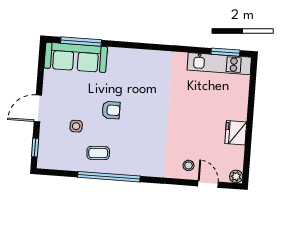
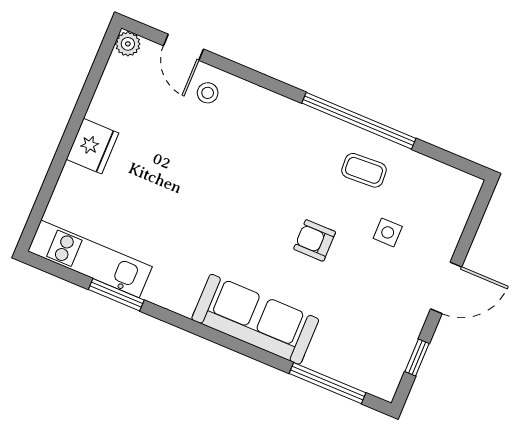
window: (225, 52) -> (116, 295), moved
sofa: (76, 57) -> (255, 319), moved
fridge: (236, 133) -> (93, 146), moved
window: (35, 147) -> (417, 357), moved

